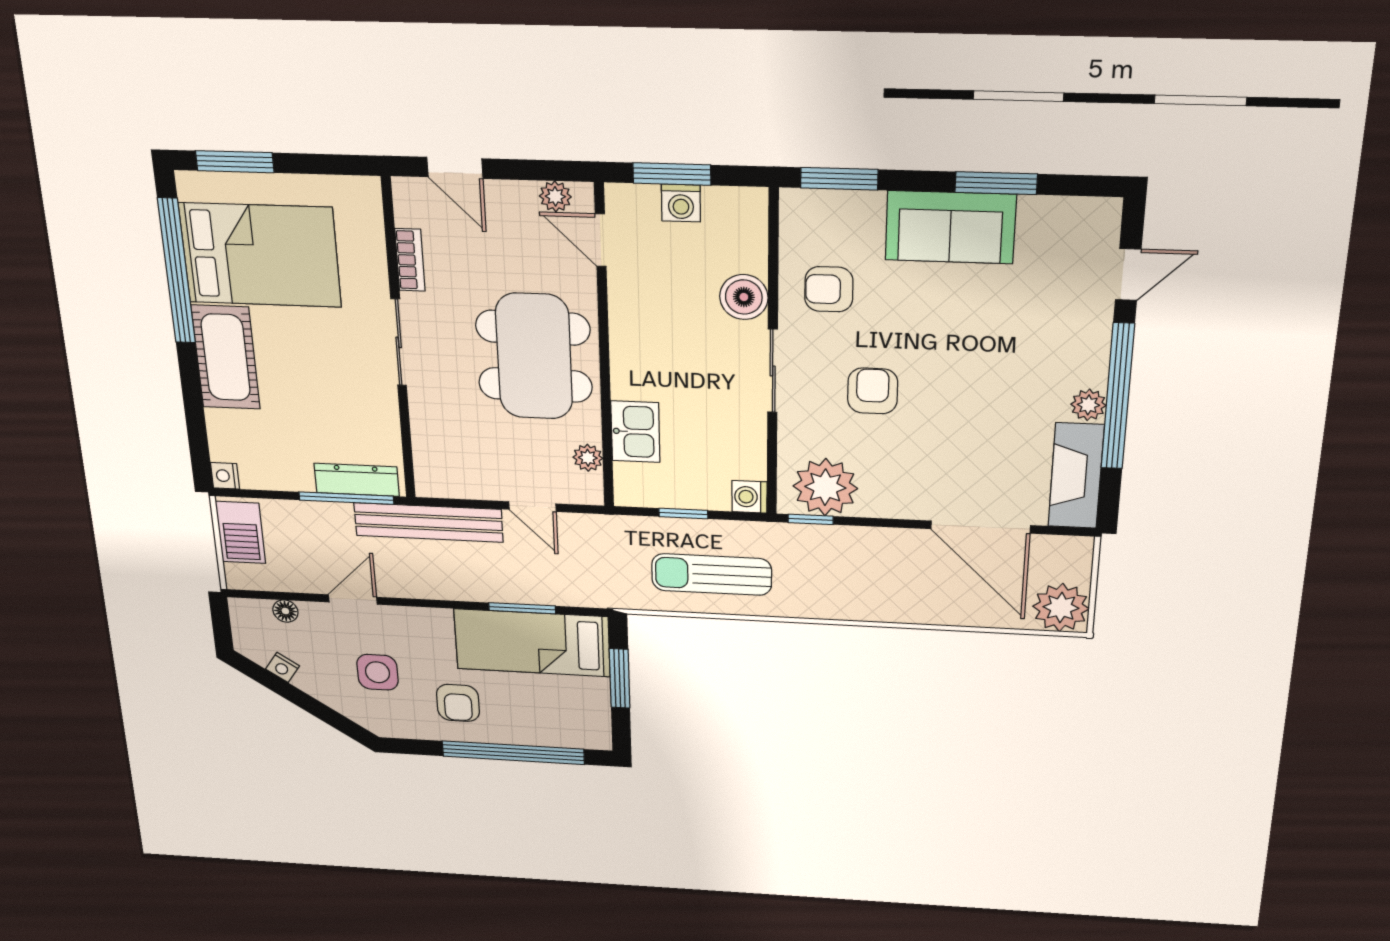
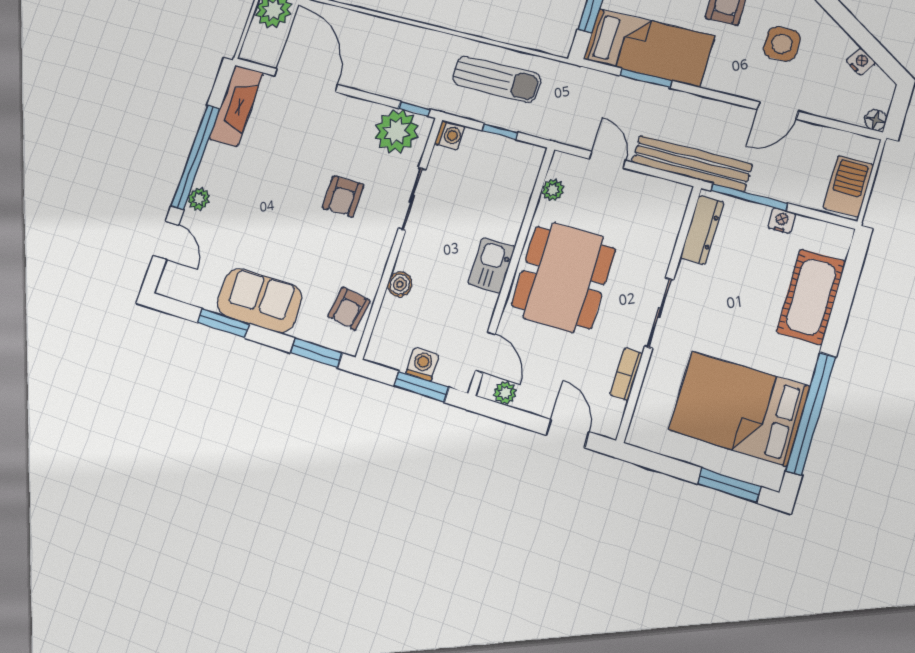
door: (1128, 275) -> (166, 240), swing flipped
armchair: (829, 289) -> (349, 309), moved, turned 99
boiler: (744, 297) -> (400, 284), width x0.73, depth x0.73
cot: (226, 357) -> (811, 297), moved
sliding door: (773, 371) -> (412, 199), moved
plant: (1088, 405) -> (199, 199), moved
kitchen sink: (635, 432) -> (491, 265), moved
nightstand: (225, 476) -> (782, 220), moved, turned -90
dresser: (357, 480) -> (702, 230), moved, turned -90
floor lamp: (285, 611) -> (875, 120), moved

